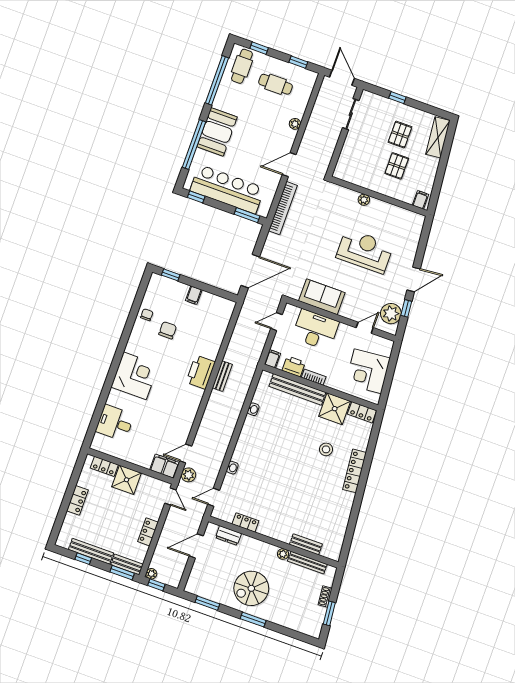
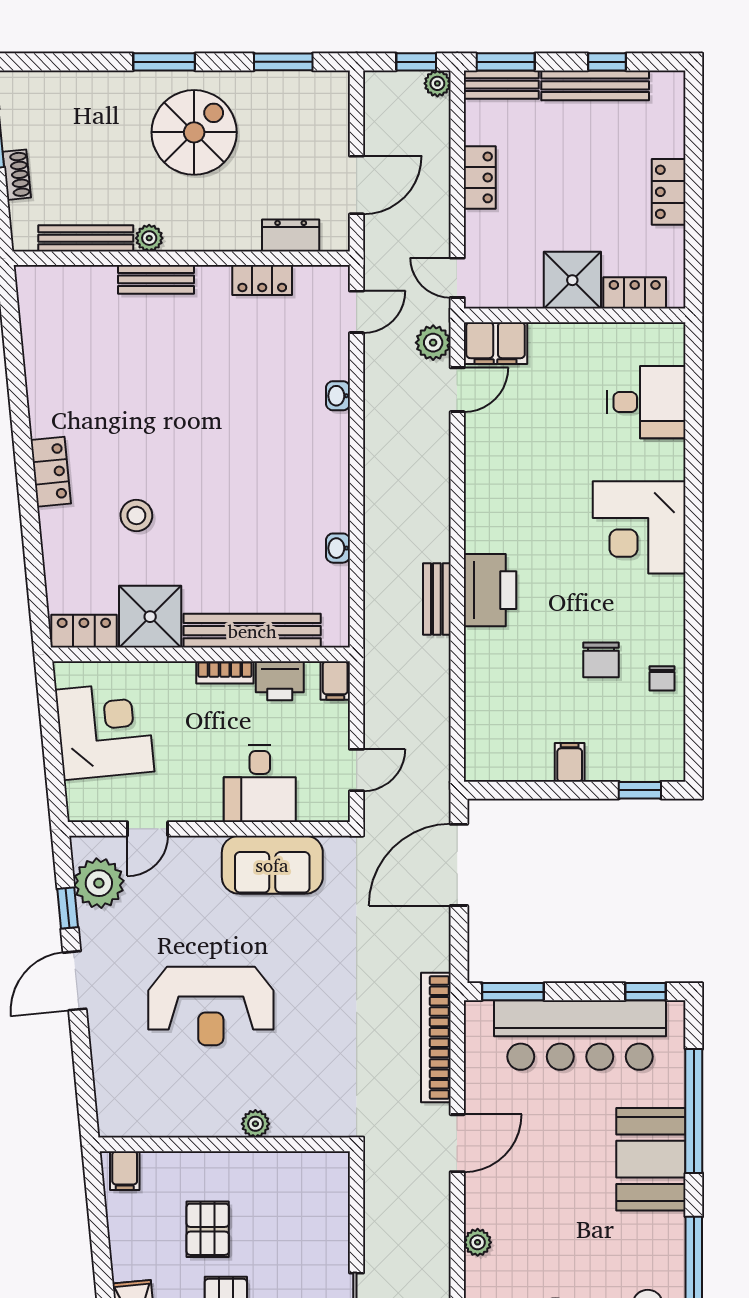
desk: (315, 330) -> (260, 783), width x0.73
locker: (355, 471) -> (51, 472), width x0.66
bench: (306, 544) -> (156, 279), moved

